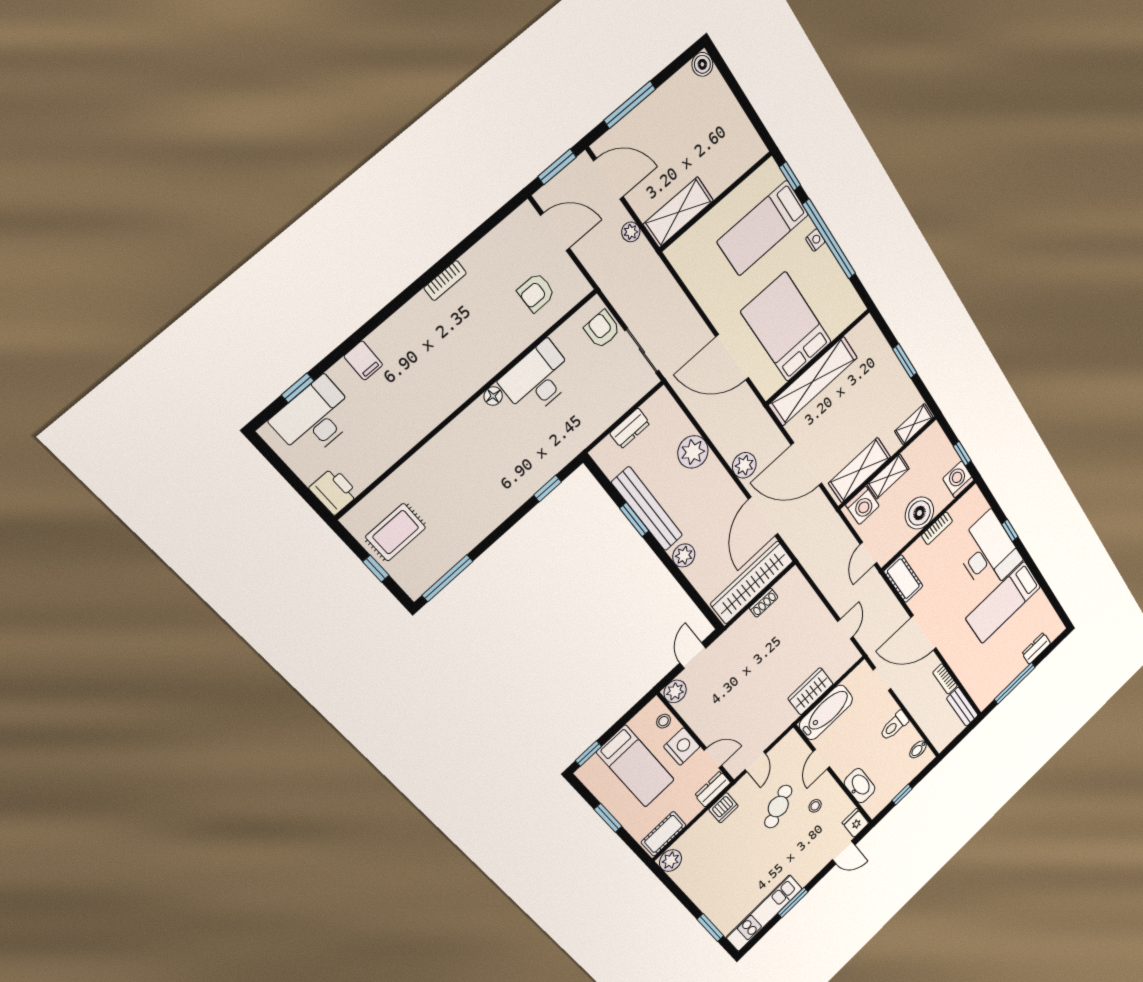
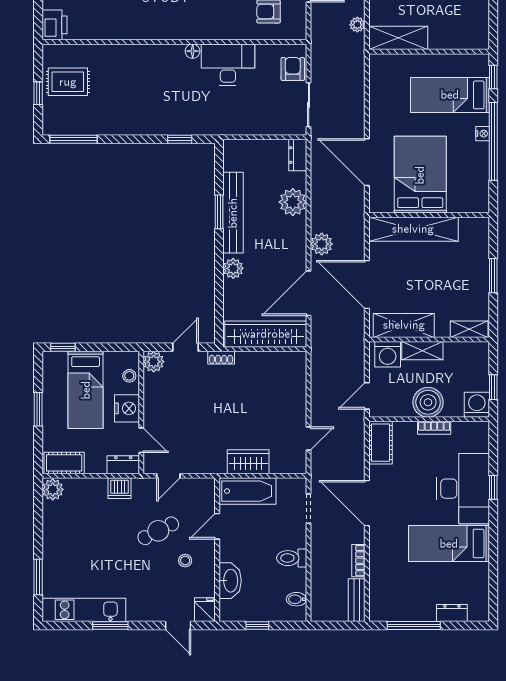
dresser: (630, 428) -> (298, 155), moved, turned 90
shoe rack: (764, 603) -> (221, 358), moved

